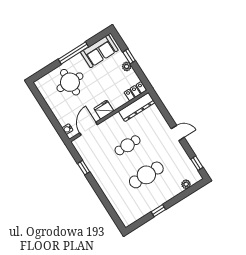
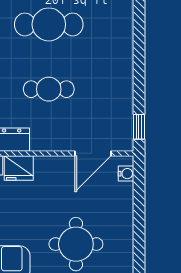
fridge: (104, 110) -> (19, 168), moved
window: (84, 168) -> (139, 127), moved

